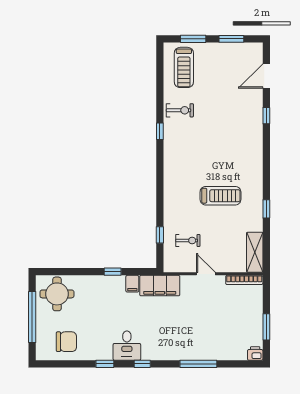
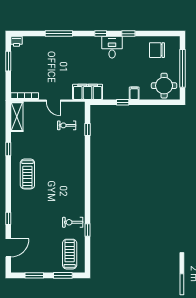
window: (160, 131) -> (87, 230), moved
treadmill: (220, 196) -> (27, 174), moved, turned -90
filing cabinet: (132, 284) -> (134, 93), moved

